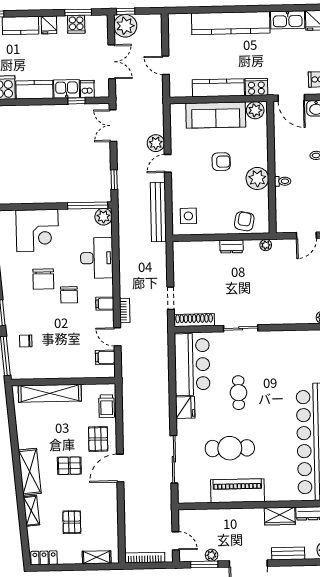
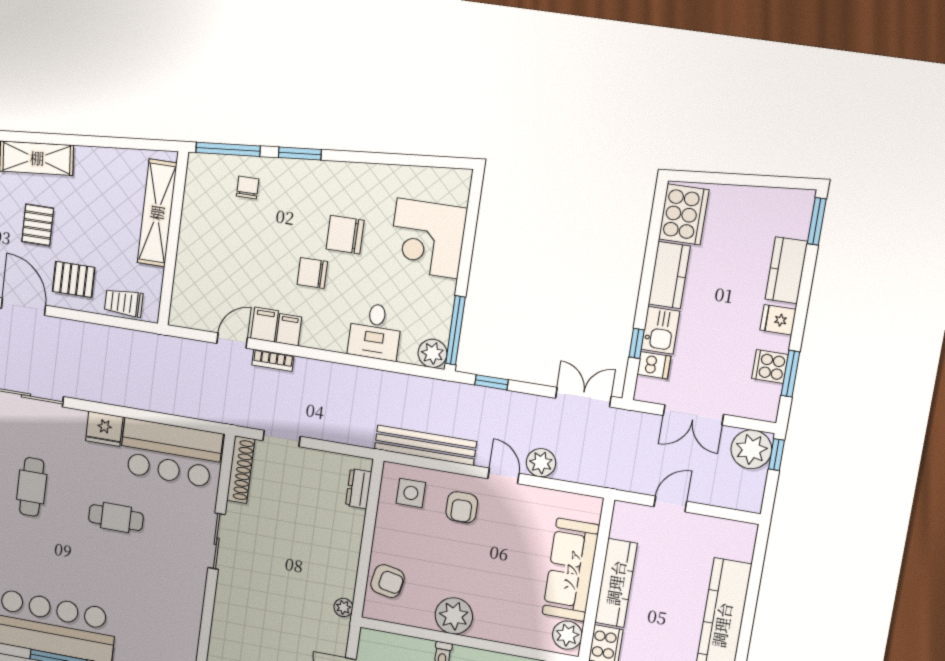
armchair: (221, 162) -> (462, 507), moved
dresser: (231, 247) -> (359, 489), moved
desk: (97, 258) -> (375, 331), width x0.73
filing cabinet: (105, 357) -> (264, 325), moved
cafe table: (230, 448) -> (32, 487), width x0.73, depth x0.74

